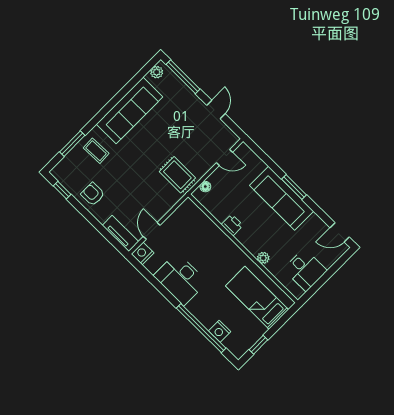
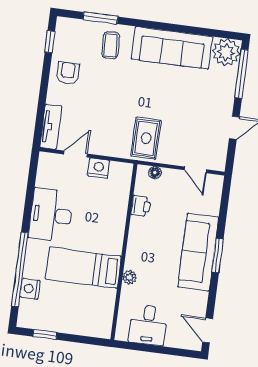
plant: (157, 72) -> (226, 52), width x1.87, depth x1.87
printer: (232, 225) -> (141, 206), moved
nightstand: (143, 253) -> (99, 168), moved
bed: (257, 298) -> (83, 268), moved, turned -90

